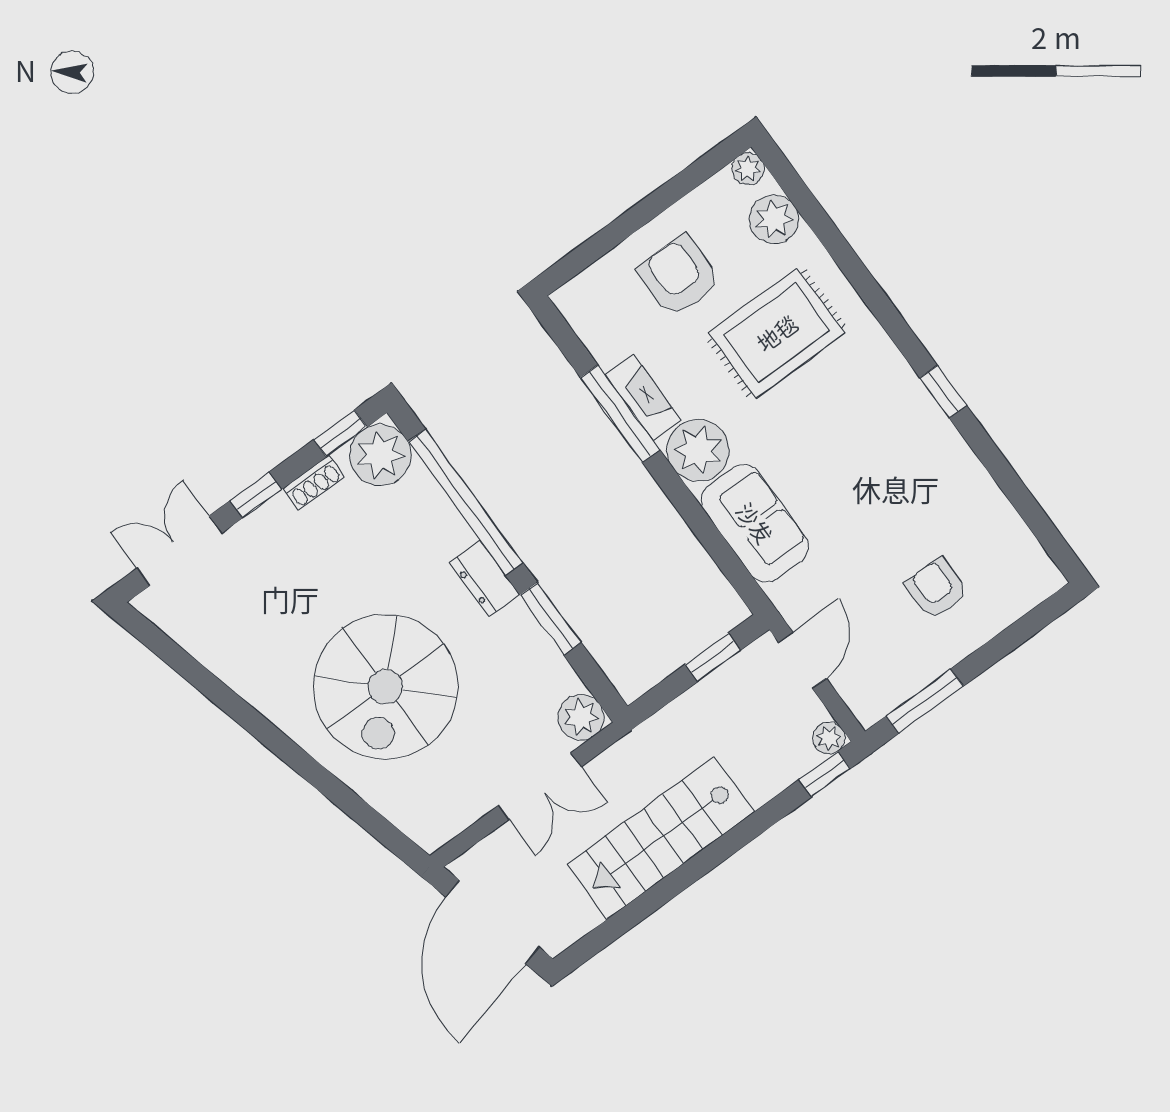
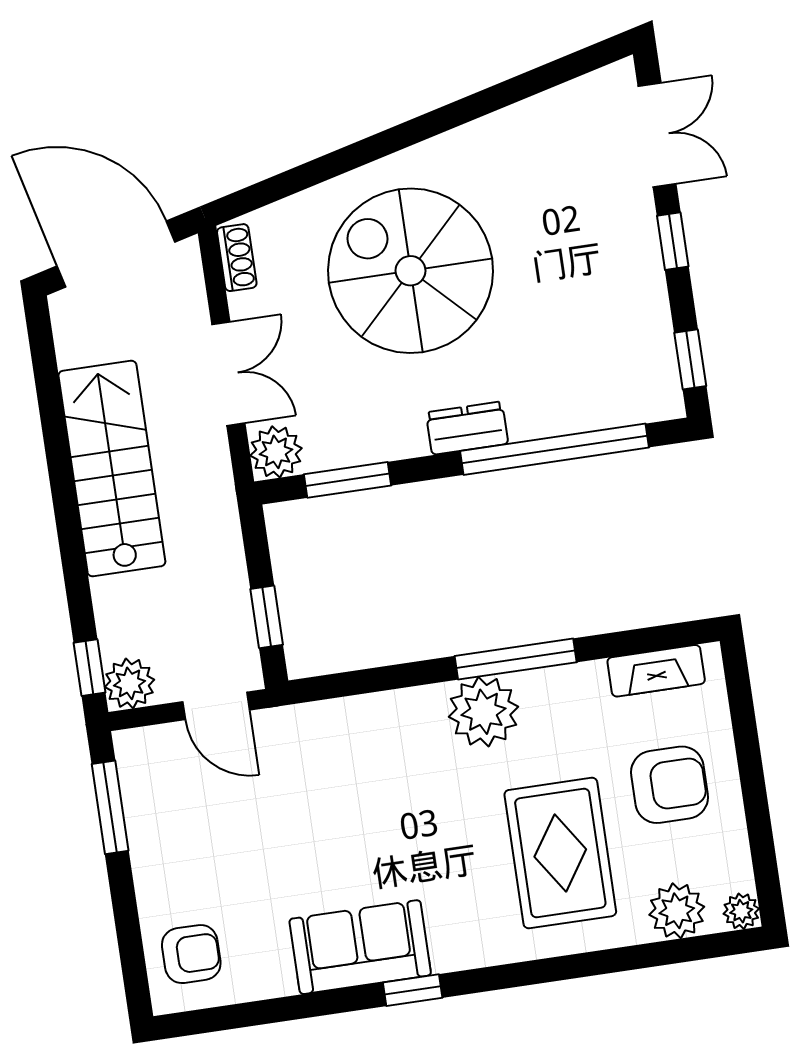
fireplace: (643, 397) -> (656, 671), moved
window: (620, 414) -> (516, 659), moved
plant: (380, 455) -> (647, 388), removed
shoe rack: (314, 483) -> (237, 258), moved, turned 180
sofa: (755, 523) -> (360, 947), moved, turned 180
armchair: (937, 589) -> (191, 954), moved
window: (551, 619) -> (348, 480), moved
plant: (829, 738) -> (129, 683), width x1.38, depth x1.38
double door: (540, 786) -> (228, 374), swing flipped

